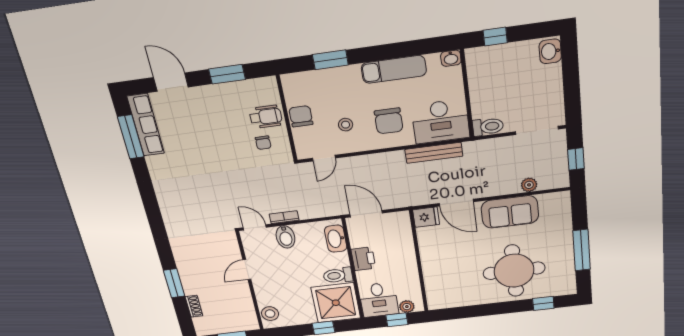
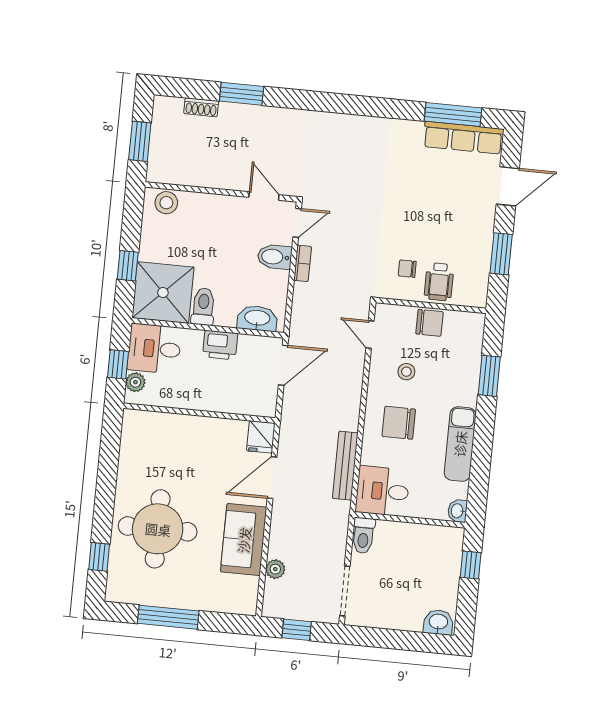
desk: (440, 121) -> (383, 491), width x0.73
door: (247, 270) -> (264, 196), moved

